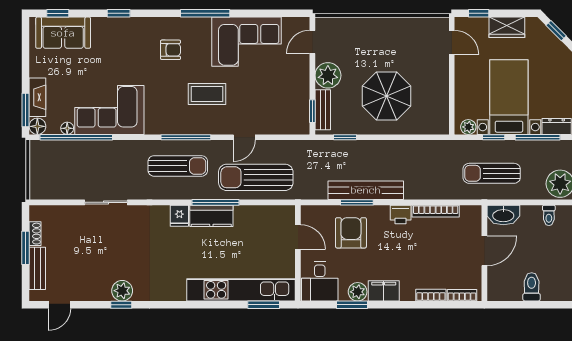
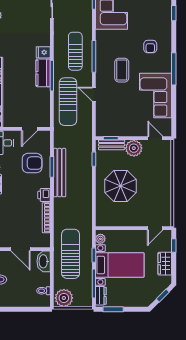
sun lounger: (178, 166) -> (75, 51), turned 180
sun lounger: (492, 173) -> (71, 254), width x1.36, depth x1.34
sun lounger: (256, 177) -> (68, 102), turned 180

